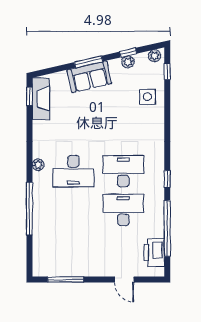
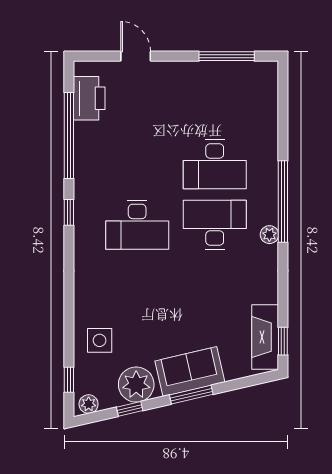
plant: (128, 62) -> (136, 385), width x1.88, depth x1.88
window: (29, 209) -> (283, 202), moved
desk: (123, 210) -> (215, 164), moved

